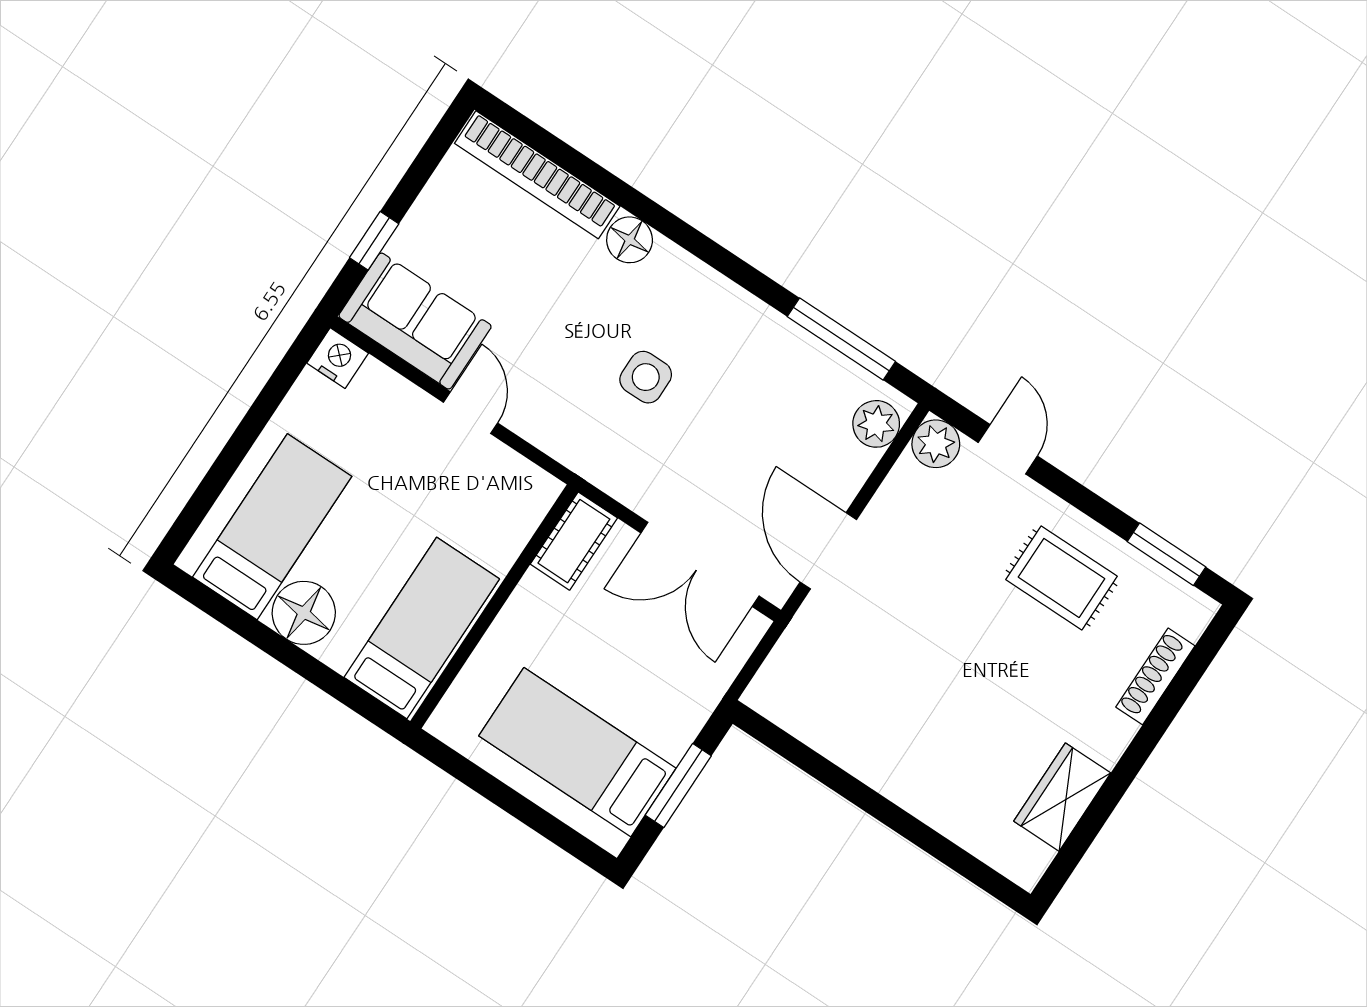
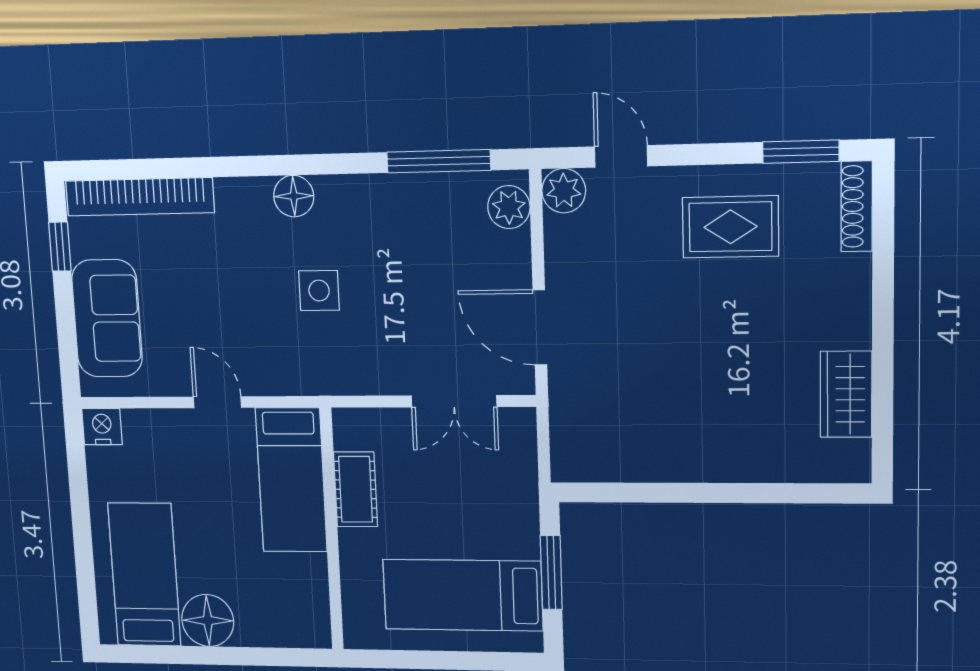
floor lamp: (630, 240) -> (294, 196), moved
window: (374, 241) -> (60, 247), moved
sofa: (415, 321) -> (107, 318), moved, turned 90
cot: (574, 541) -> (356, 489), moved
double door: (700, 564) -> (454, 401), width x0.73
bed: (422, 628) -> (291, 480), moved, turned 180
shoe rack: (1155, 676) -> (857, 206), moved

